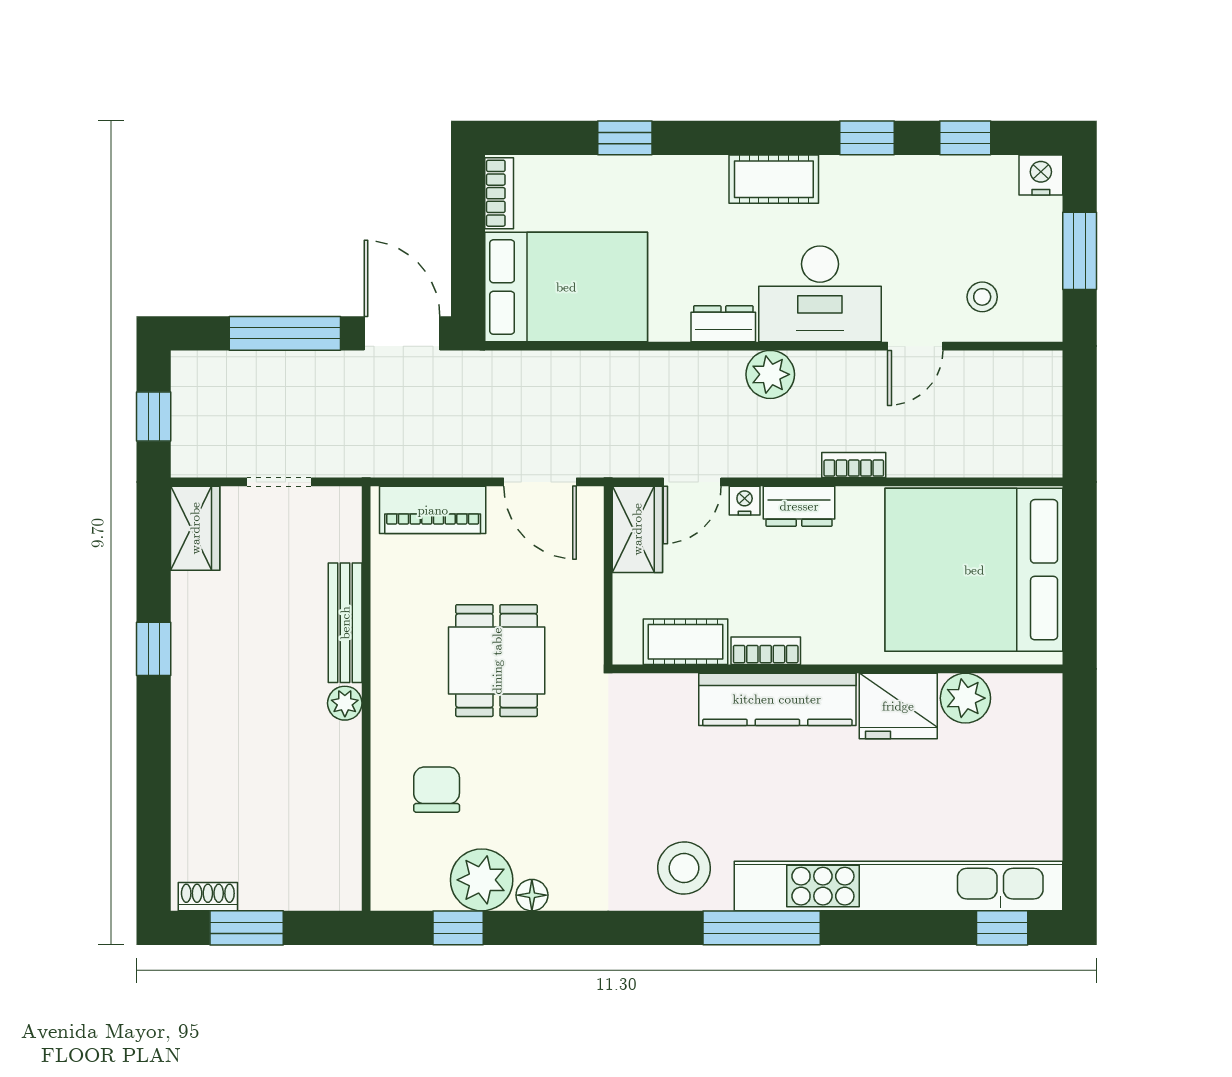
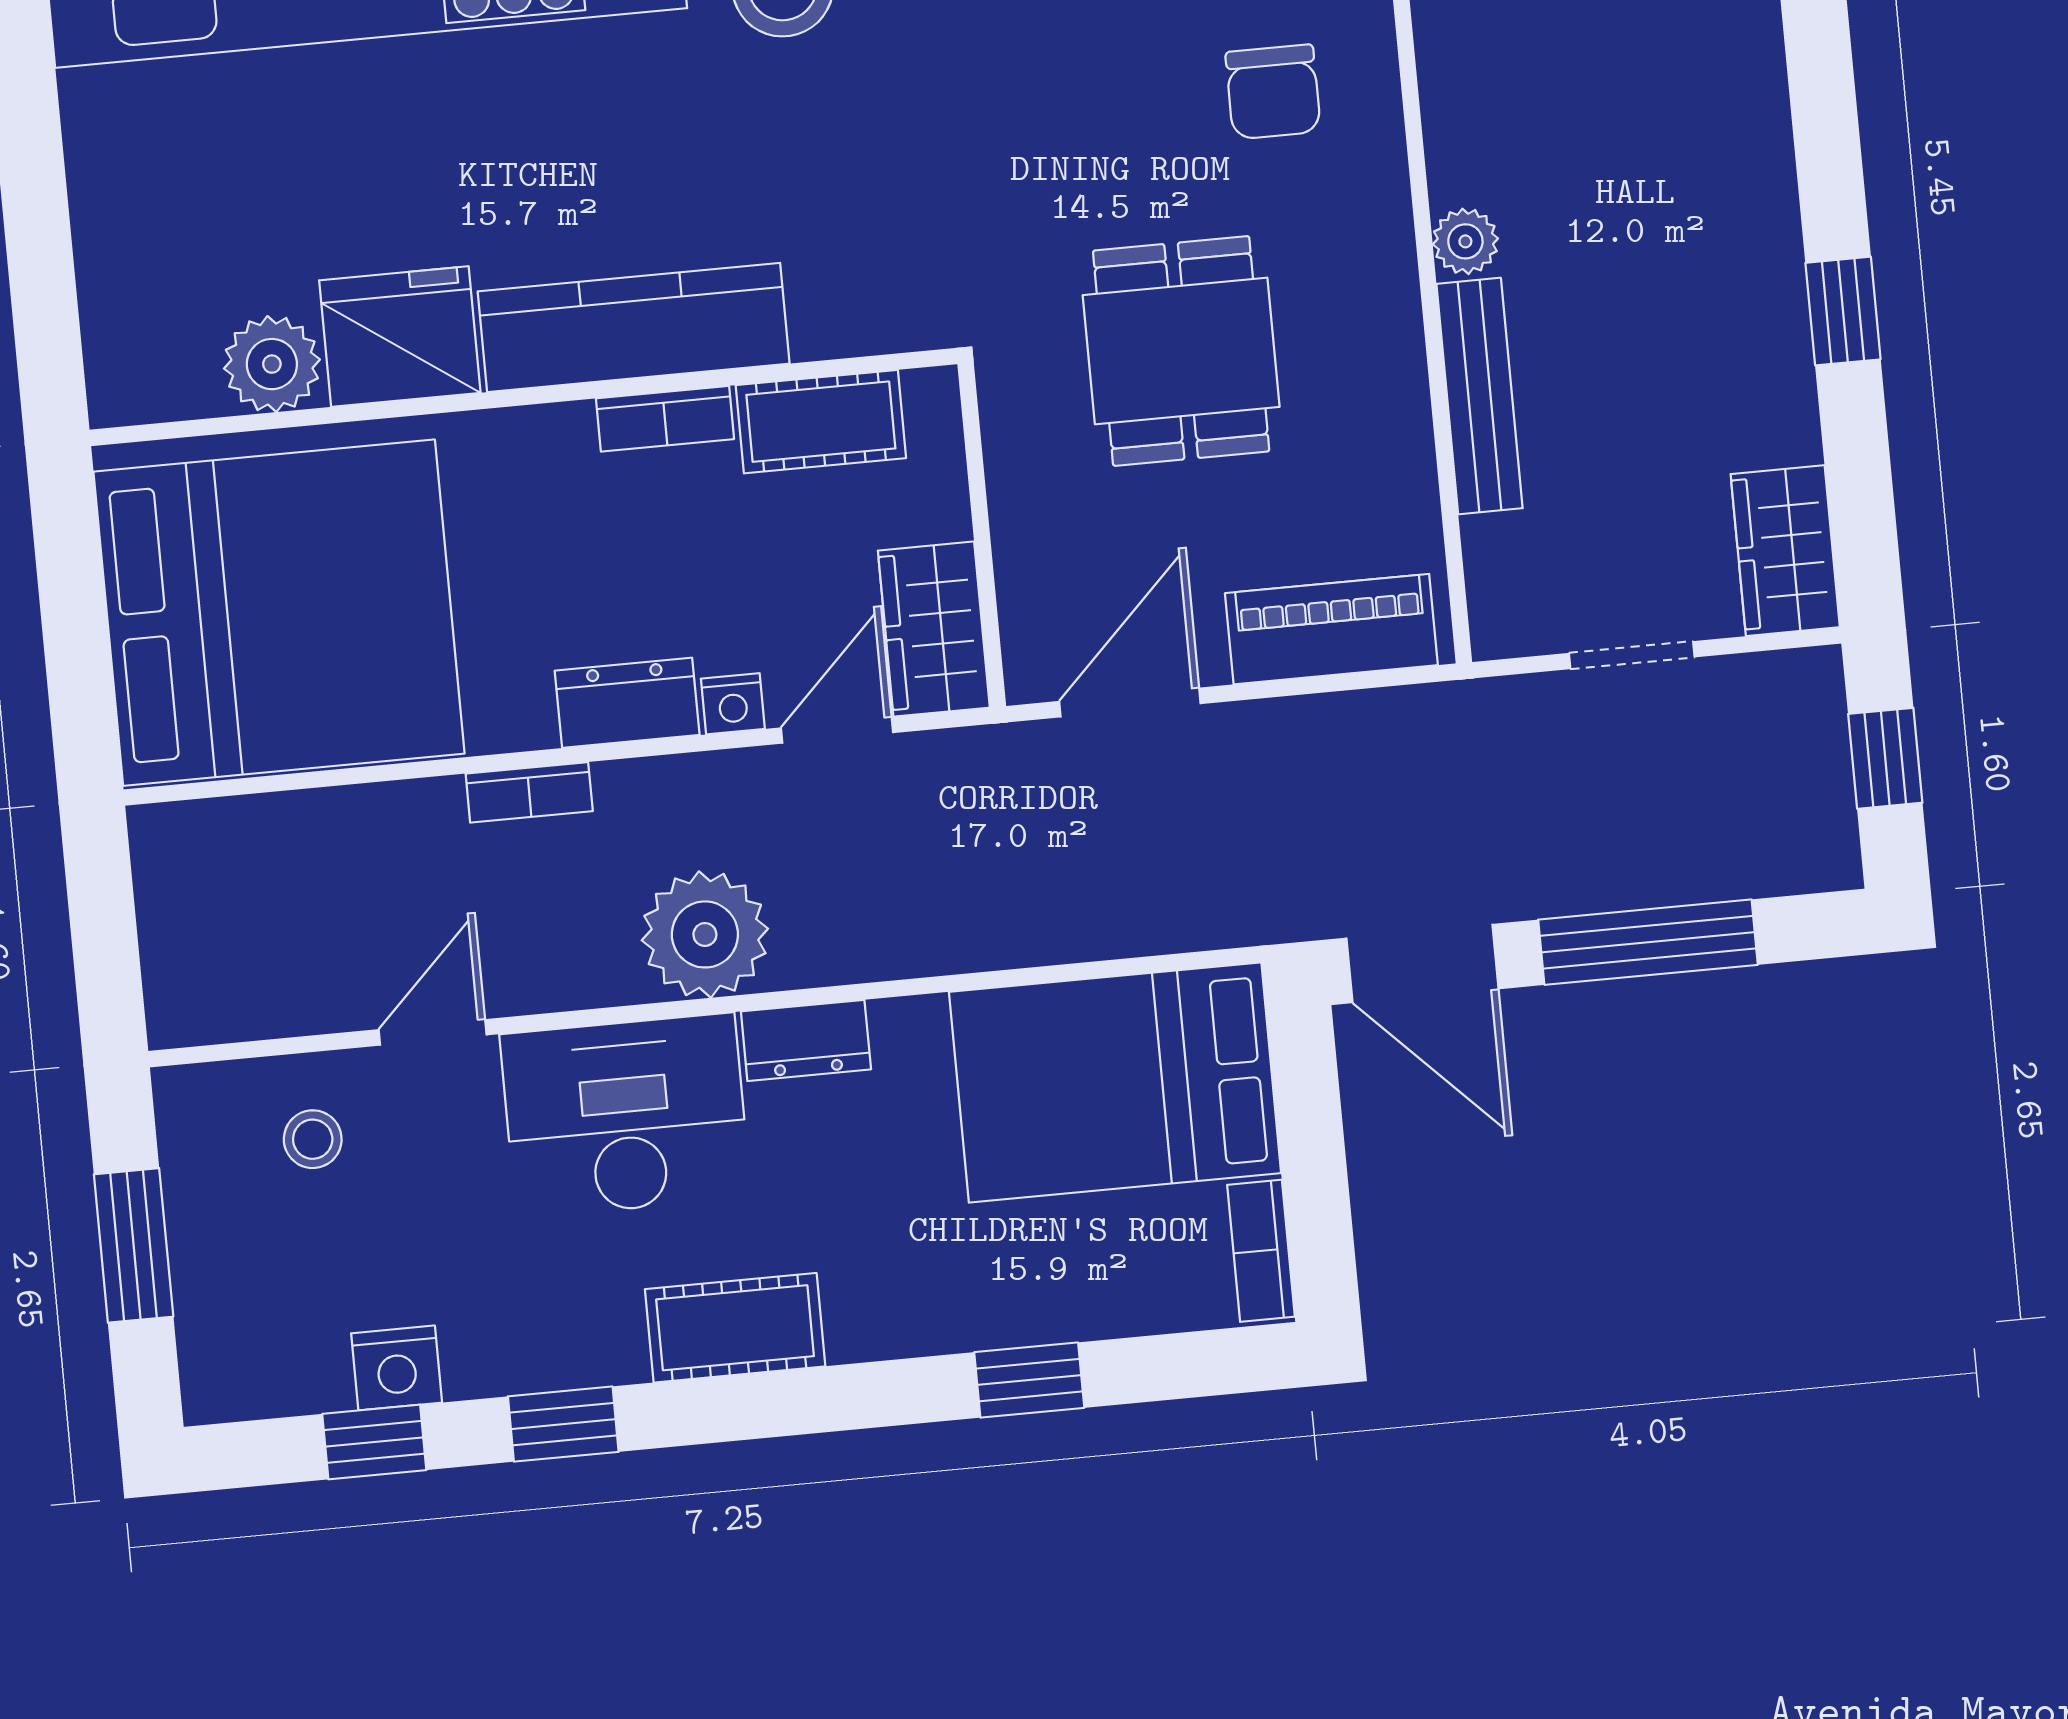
nightstand: (1041, 175) -> (397, 1368), moved
plant: (770, 374) -> (705, 934), width x1.36, depth x1.36
door: (540, 482) -> (1130, 703), hinge flipped

